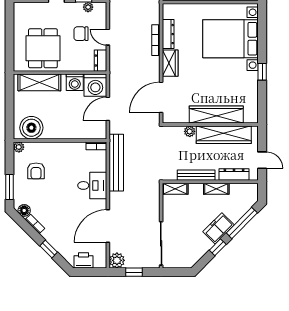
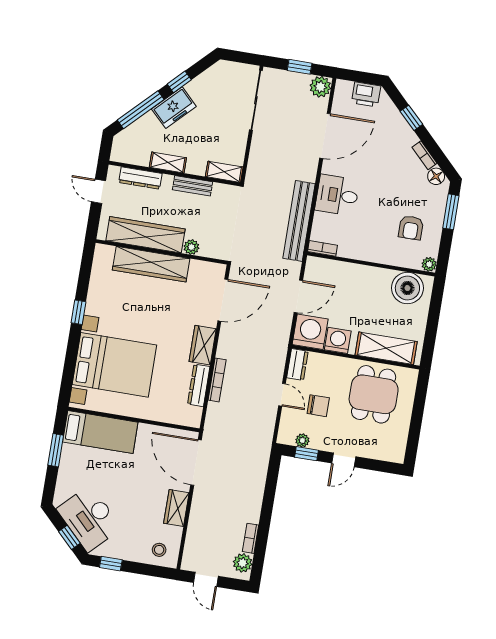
armchair: (36, 171) -> (411, 228), turned 180
bench: (196, 175) -> (193, 186), width x0.73

